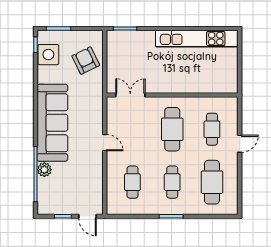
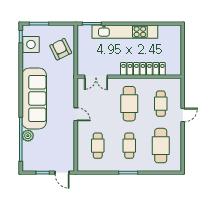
kitchen unit: (197, 39) -> (125, 32), moved
locker: (190, 85) -> (143, 69), added
double door: (130, 95) -> (96, 77), swing flipped

